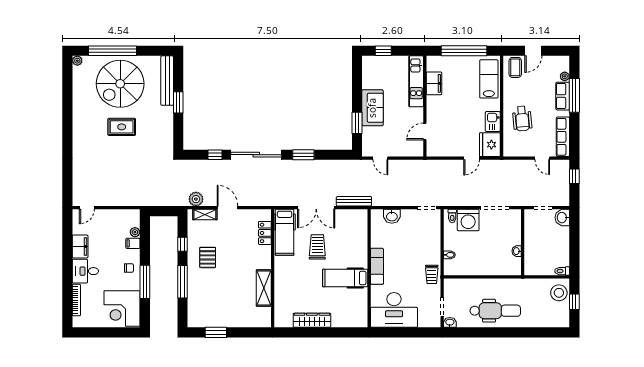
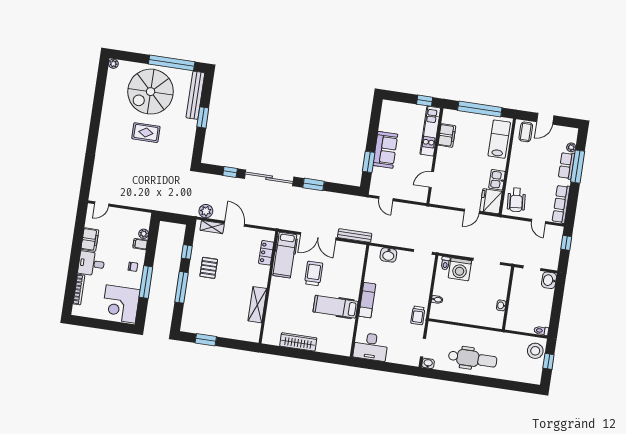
window: (113, 51) -> (172, 63), moved
window: (383, 51) -> (425, 101), moved
wheelchair: (522, 119) -> (516, 200), moved
desk: (394, 310) -> (371, 347), width x0.73, depth x0.77

